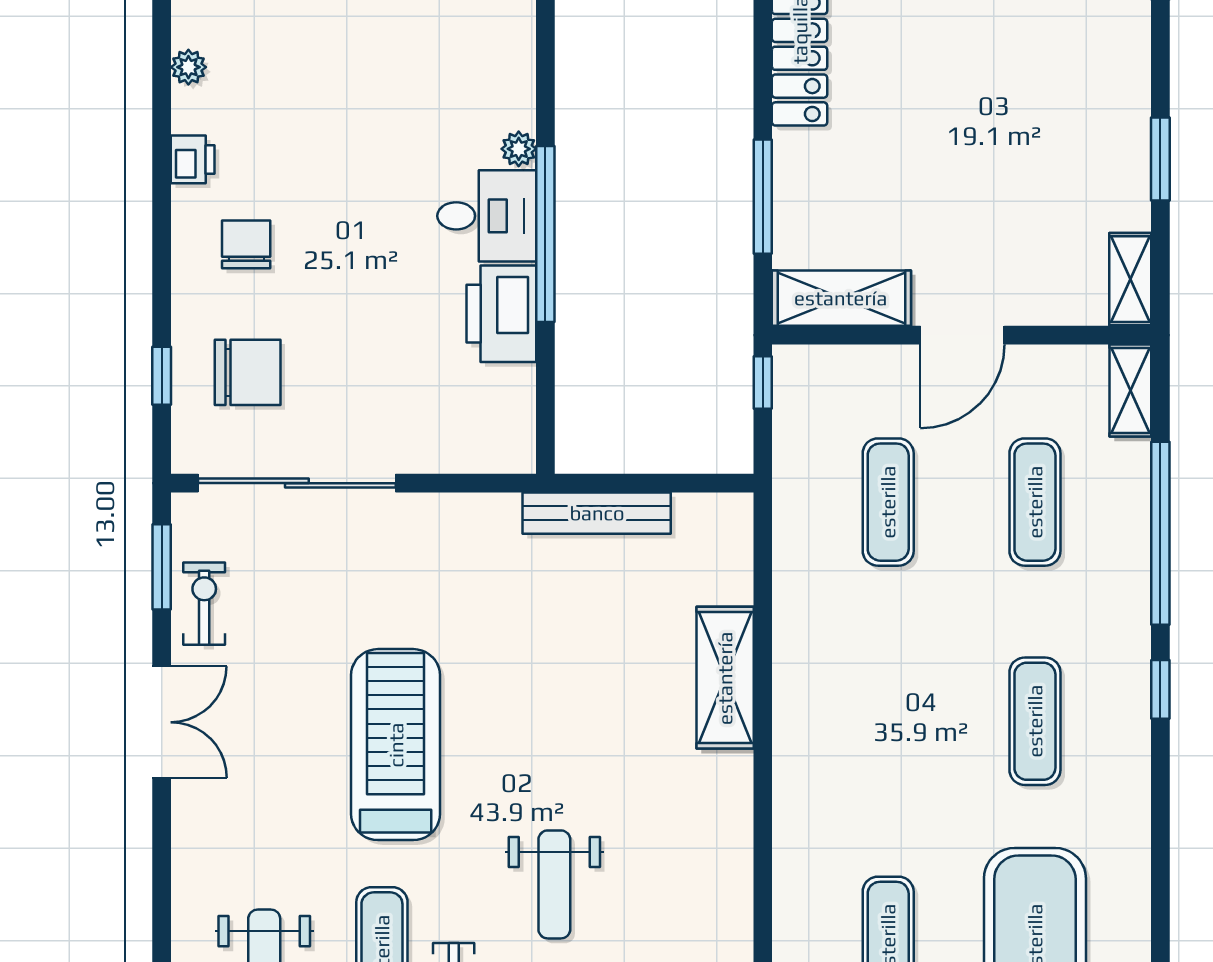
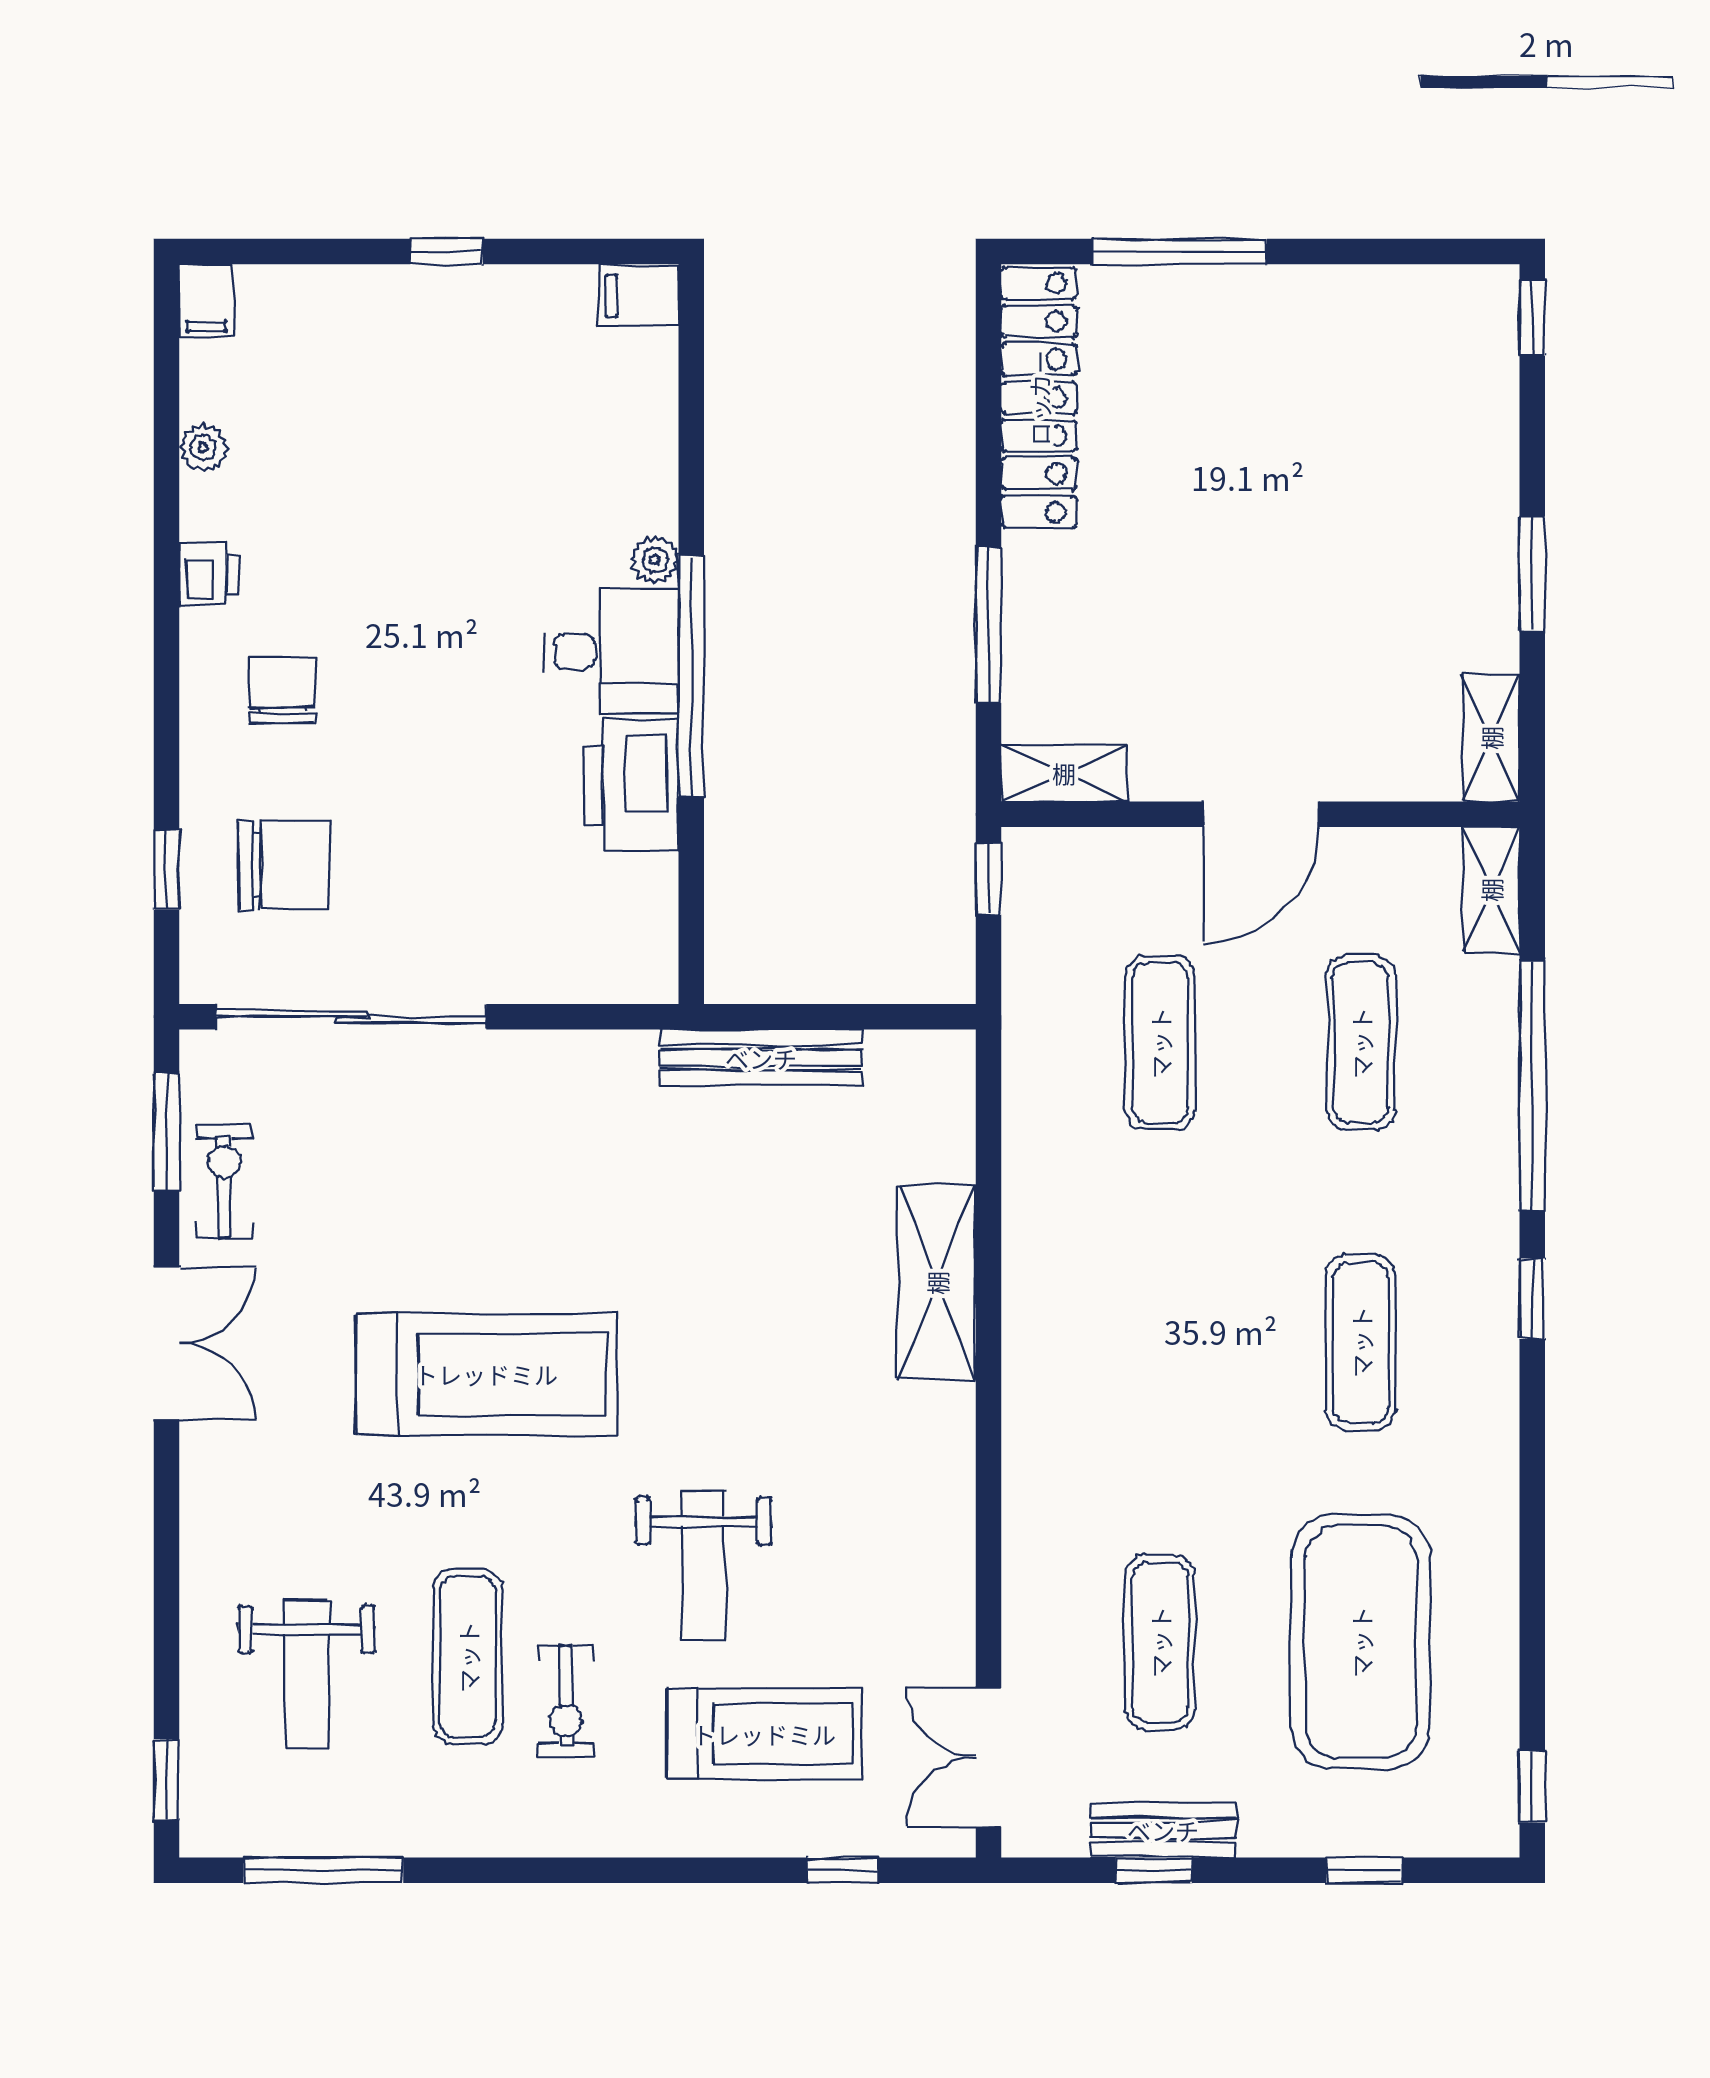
shelving: (841, 298) -> (1064, 773), width x0.67, depth x0.75
treadmill: (396, 745) -> (486, 1374), turned 90

